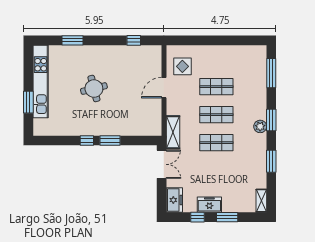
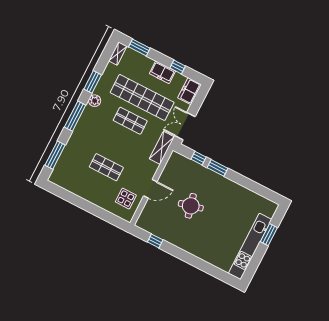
window: (73, 40) -> (206, 267), removed
round table: (94, 89) -> (191, 206), moved
shop shelf: (216, 115) -> (142, 97), moved, width x2.00, depth x1.36
window: (271, 120) -> (75, 116), width x1.44
plant: (260, 126) -> (95, 101), moved
window: (87, 141) -> (198, 158), moved
window: (227, 217) -> (139, 47), moved

